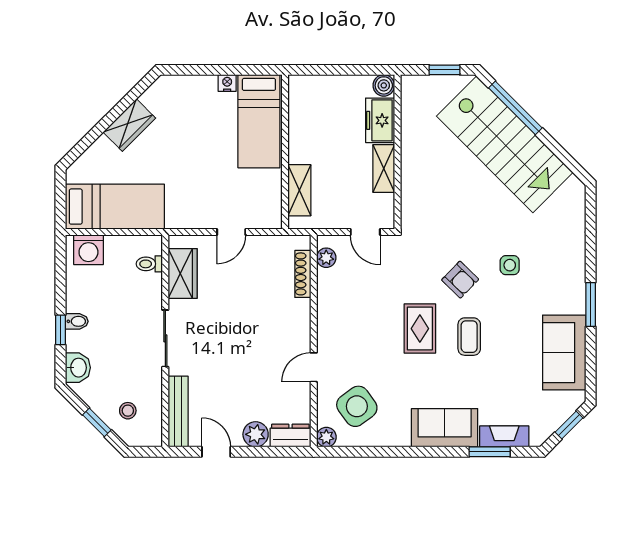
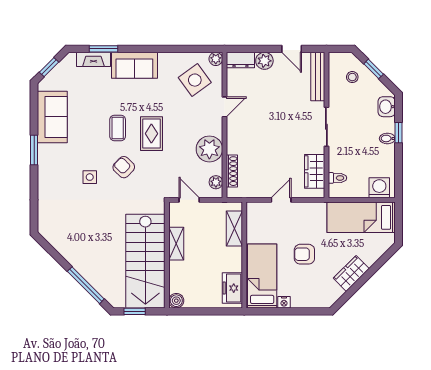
freezer: (380, 120) -> (232, 288), moved, turned 180
stairs: (505, 144) -> (145, 261), moved, turned -135
armchair: (197, 153) -> (304, 254), added
plant: (336, 306) -> (209, 149), added

